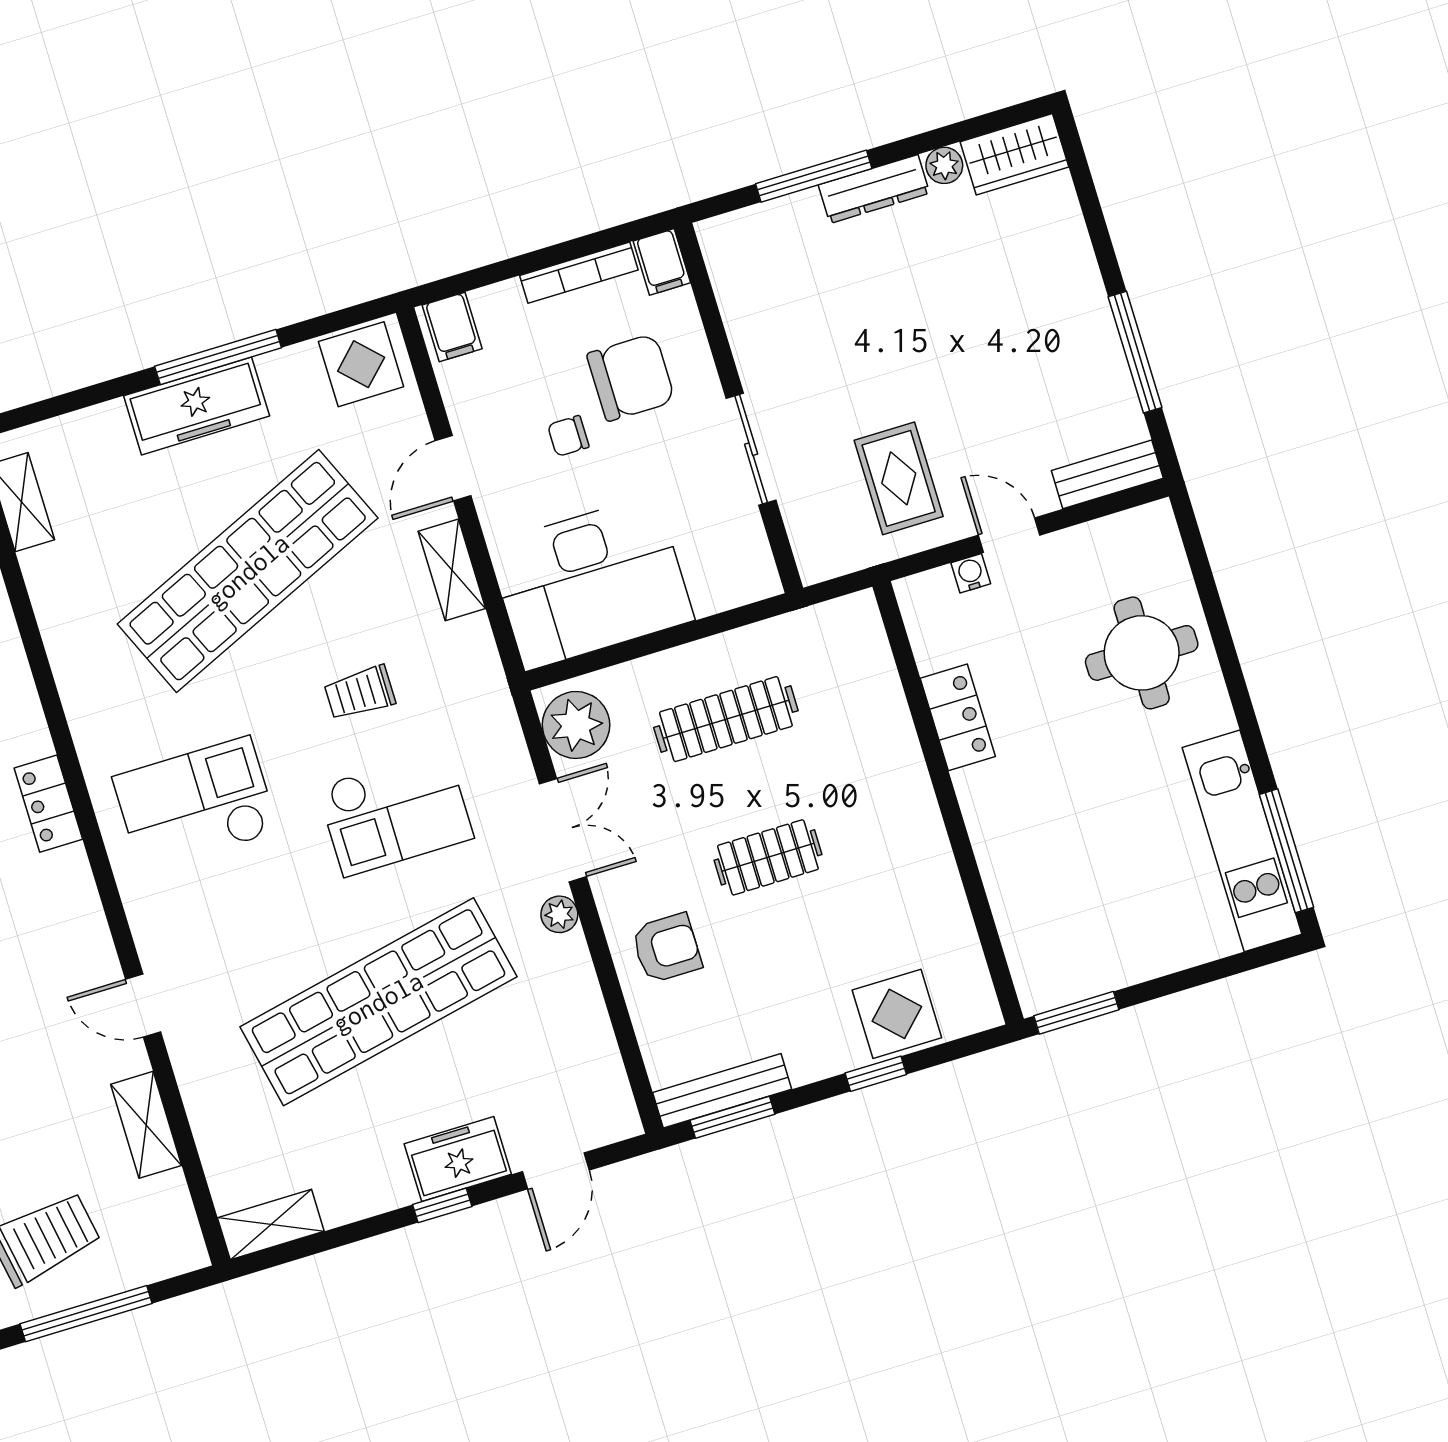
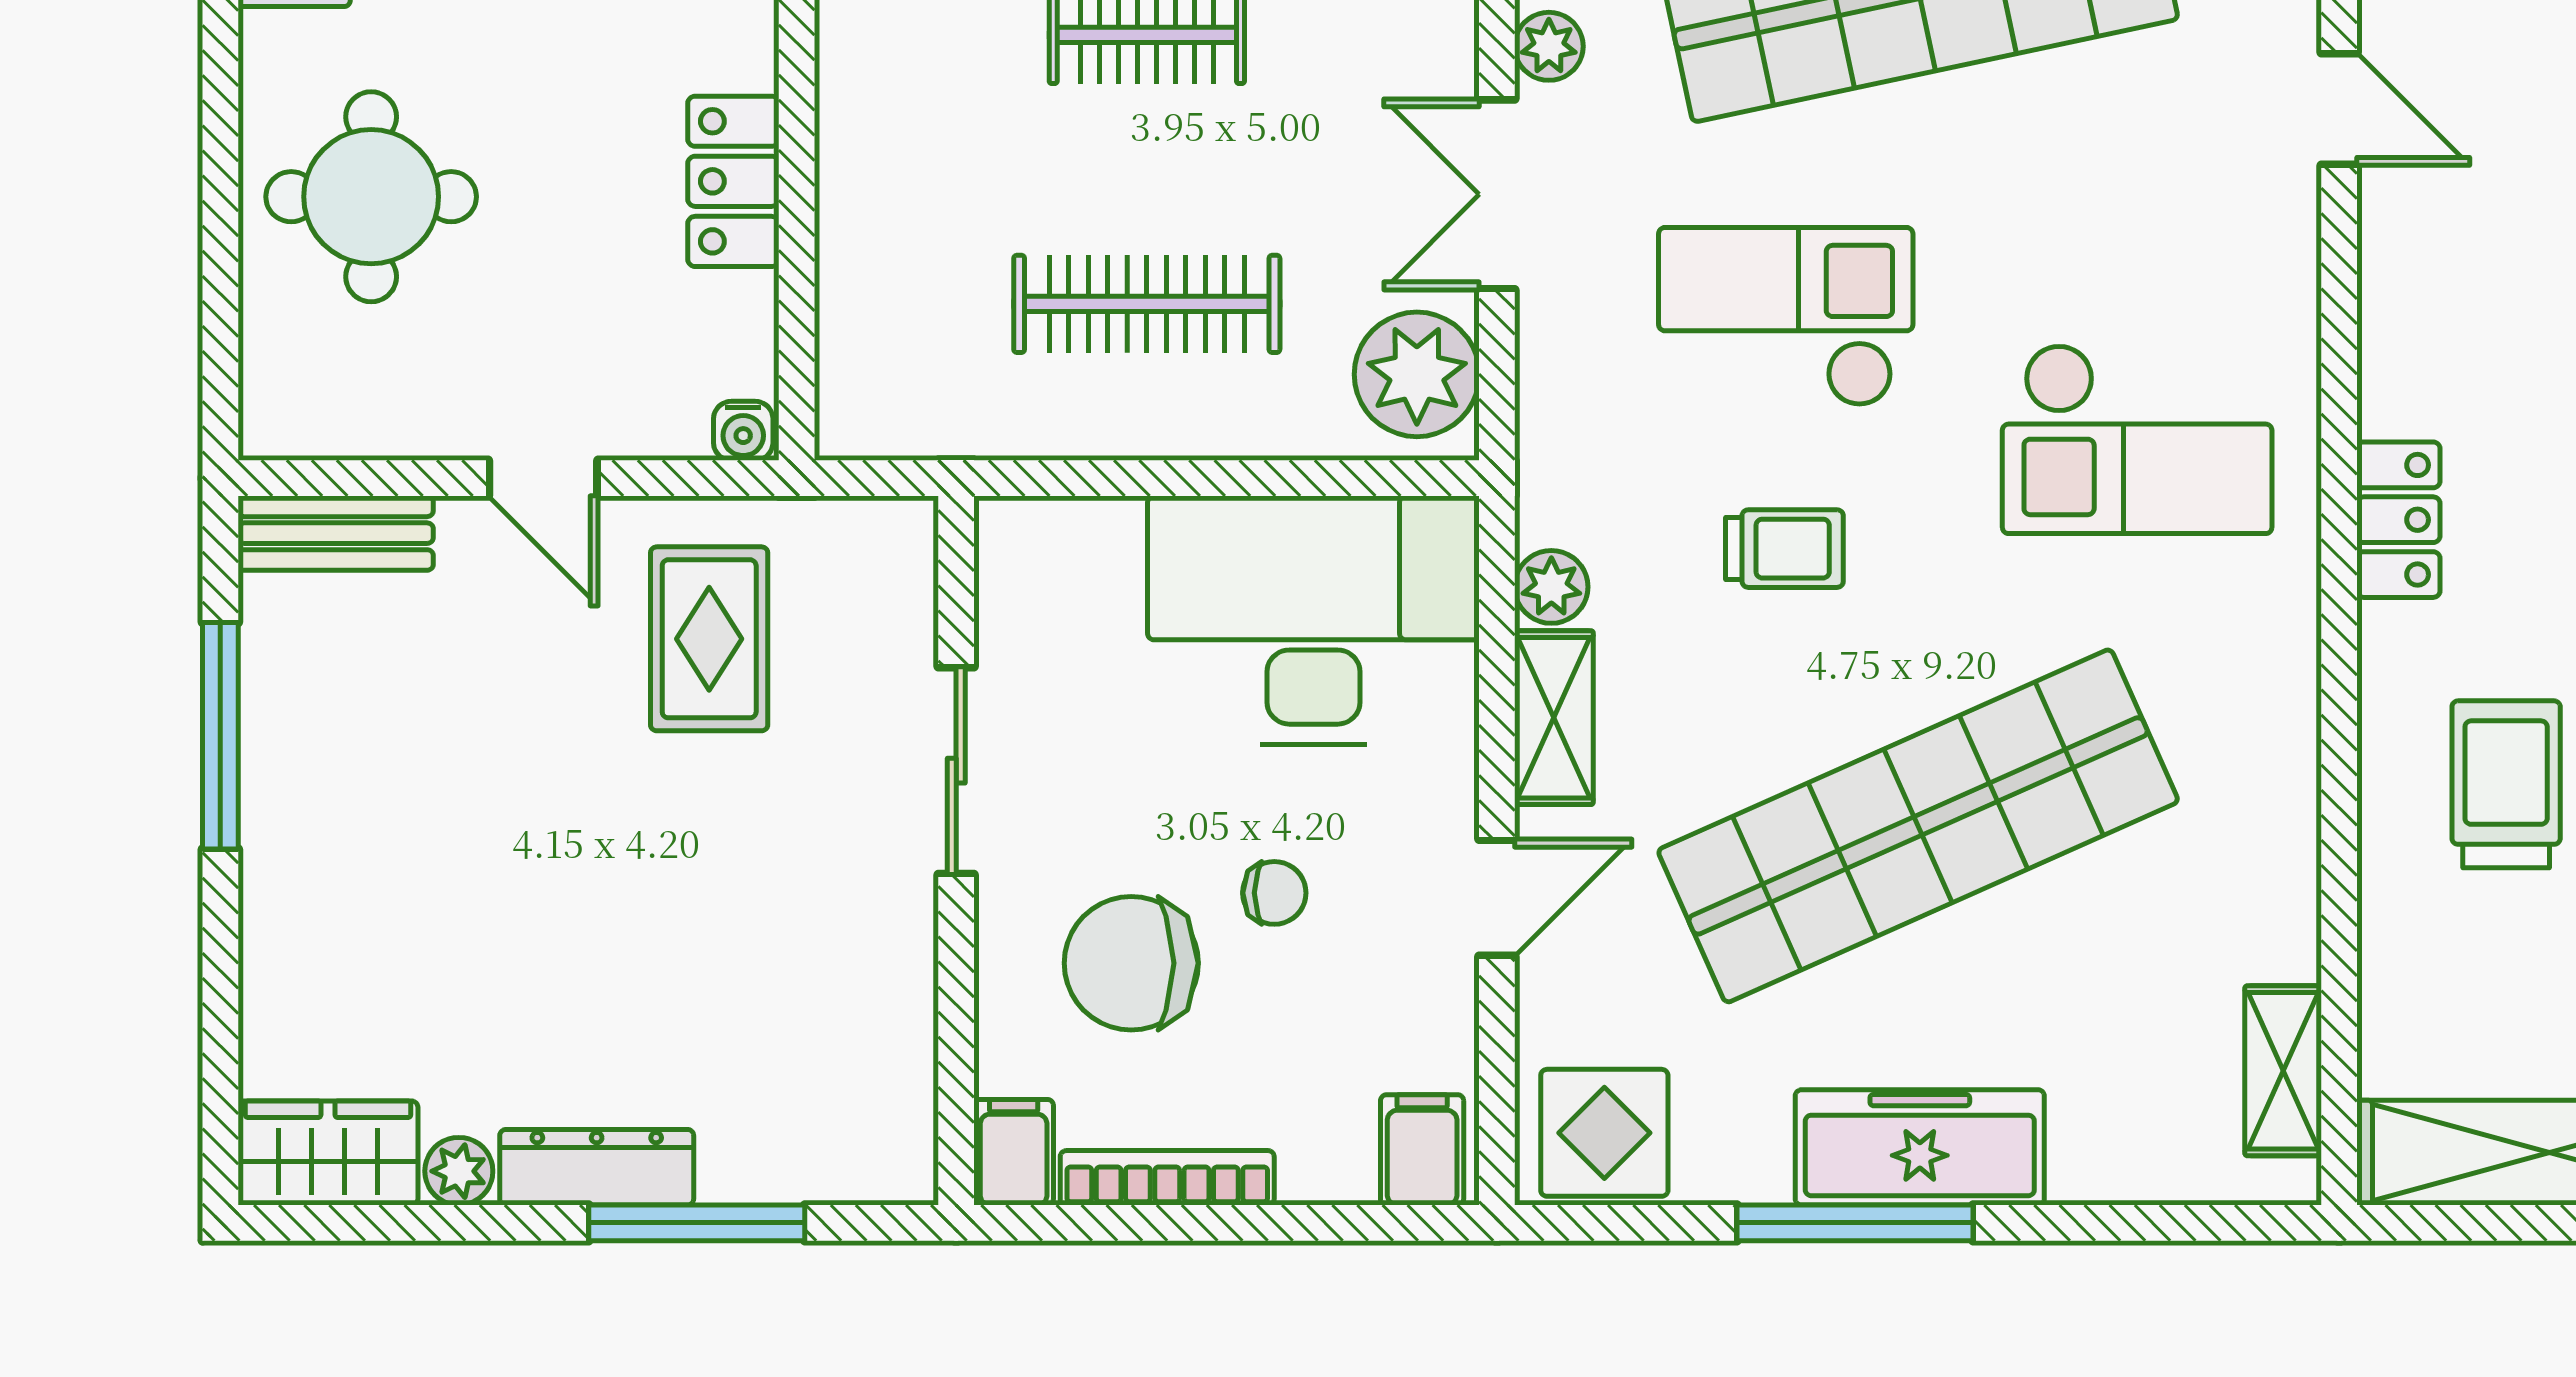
water cooler: (971, 573) -> (743, 431), moved
plant: (474, 637) -> (1551, 587), added

